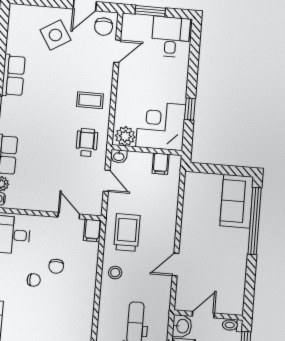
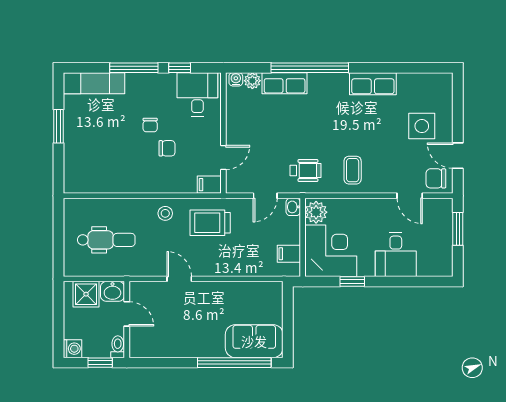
side table: (55, 35) -> (422, 126), turned 32
desk: (171, 37) -> (396, 255), moved, turned 90
trolley: (127, 232) -> (210, 223), turned 180
chair: (56, 266) -> (167, 148), turned 180

